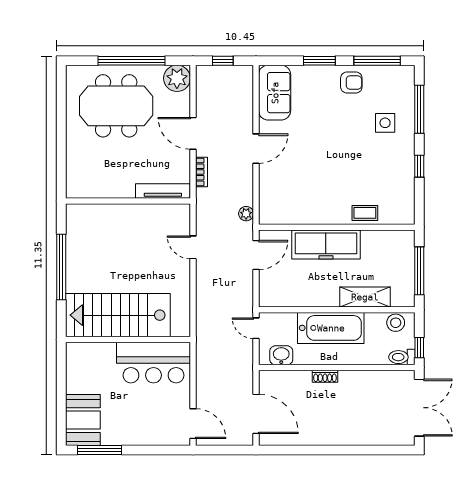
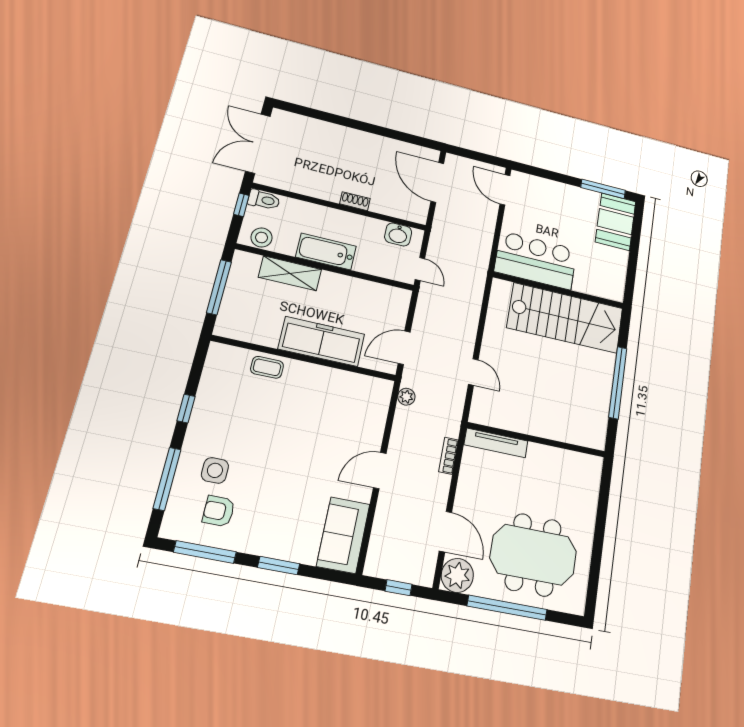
armchair: (351, 83) -> (219, 511), moved
door: (193, 133) -> (445, 532), moved
bathtub: (331, 328) -> (326, 252), width x0.73, depth x0.73

